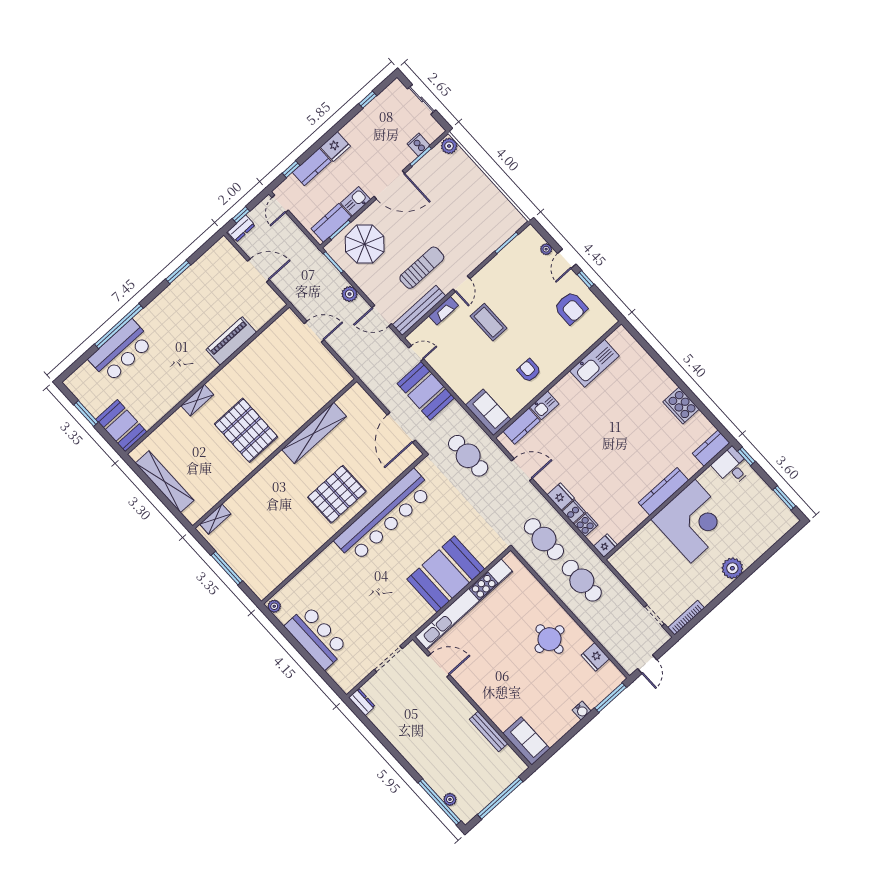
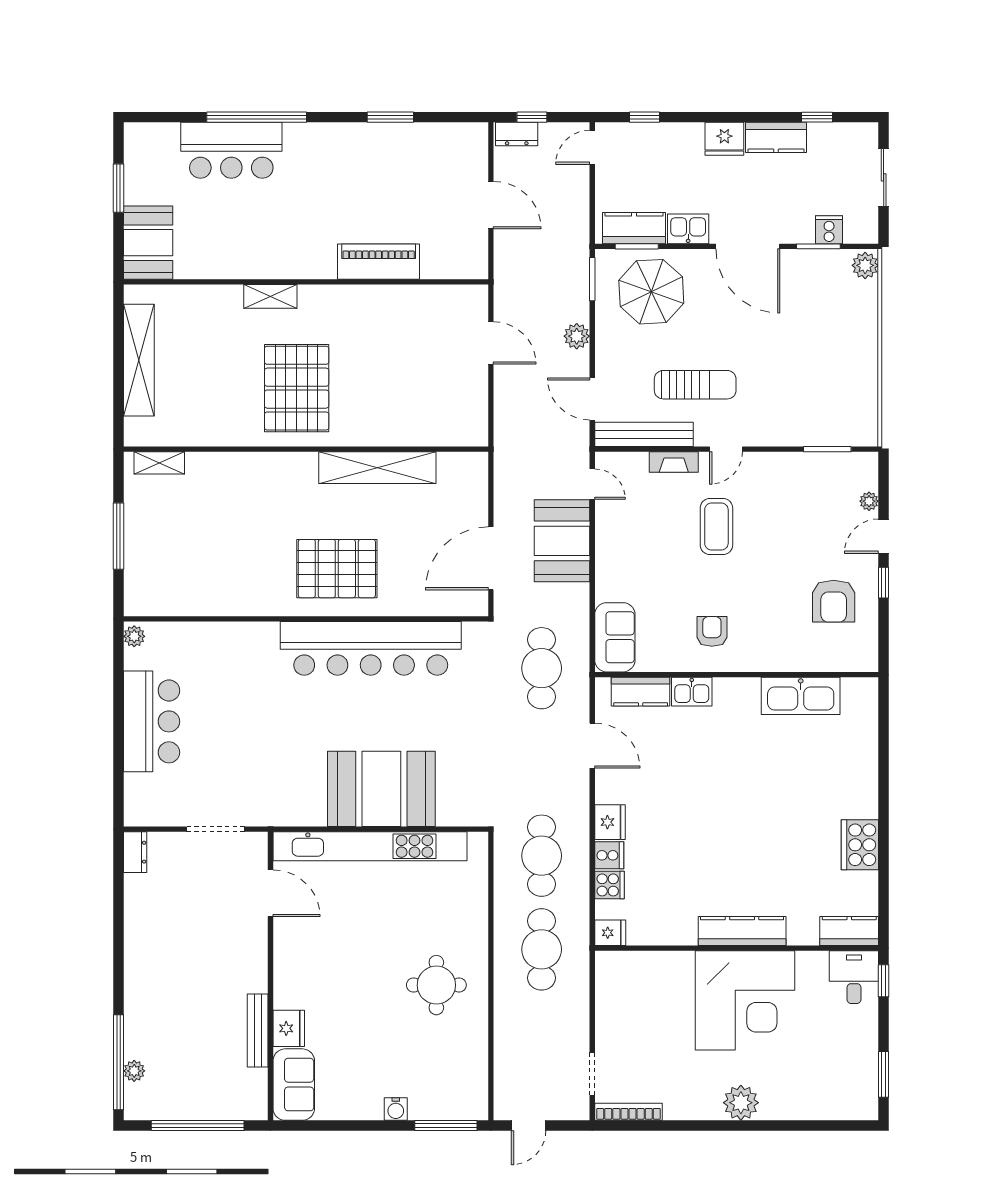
kitchen counter: (312, 167) -> (776, 137), moved
fridge: (595, 657) -> (289, 1028), moved, turned 180

